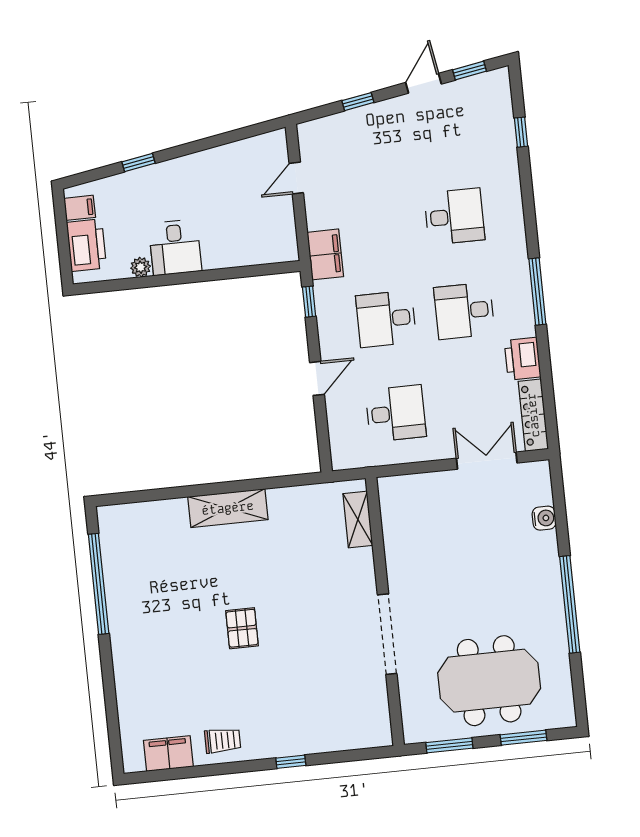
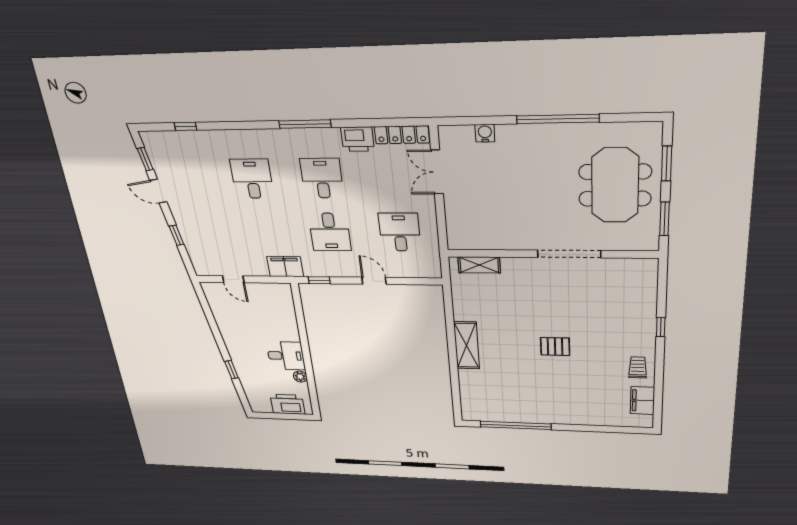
filing cabinet: (80, 208) -> (264, 405), removed
desk: (464, 311) -> (322, 178), turned 180

